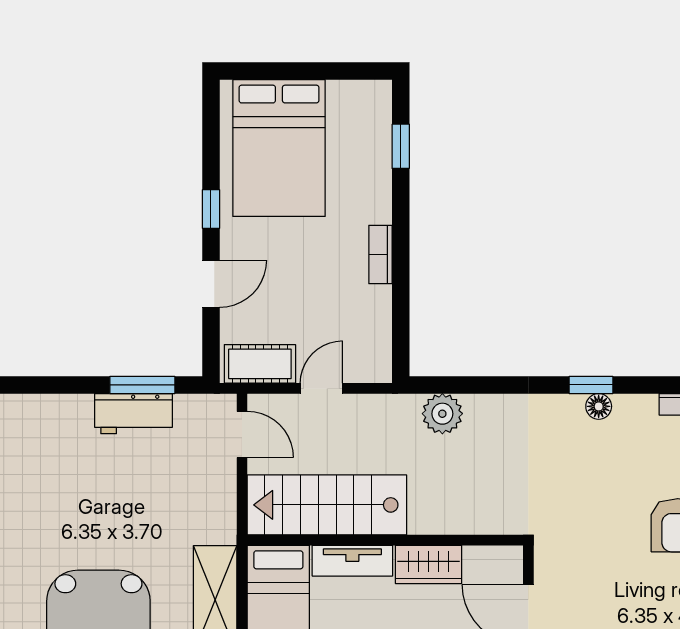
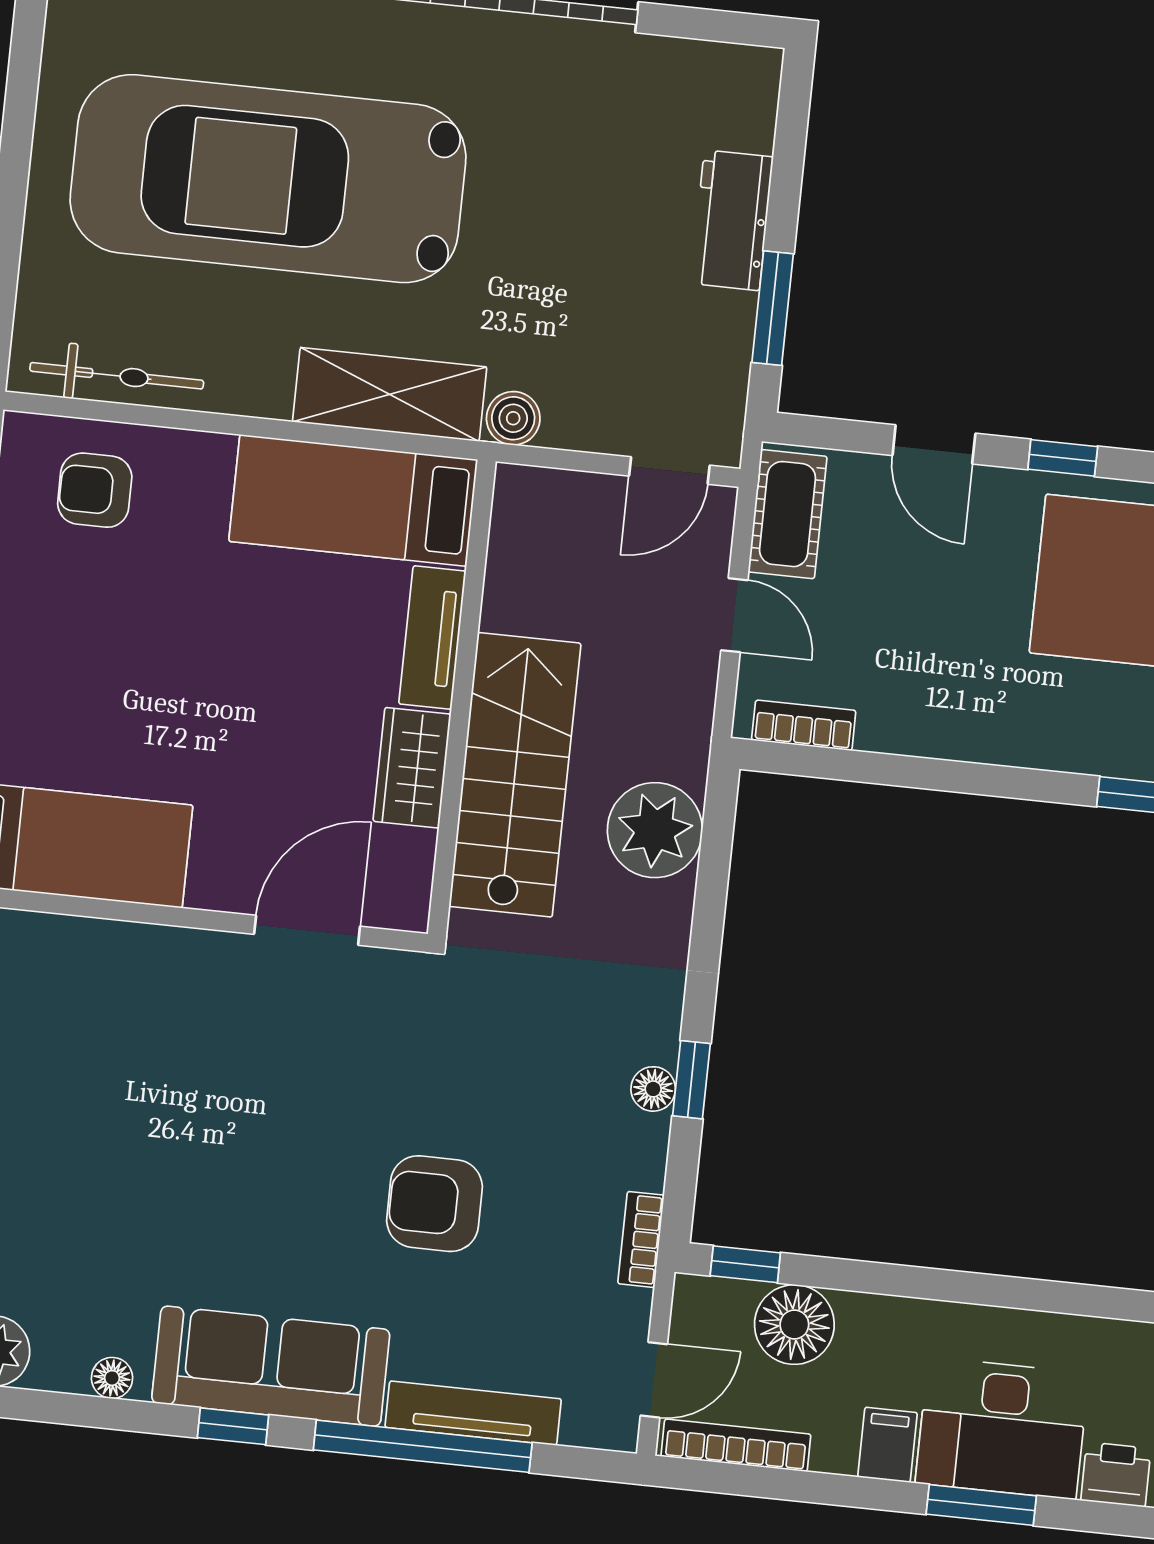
bookcase: (380, 254) -> (804, 725), moved
workbench: (134, 414) -> (732, 220), moved
plant: (442, 414) -> (655, 830), width x1.36, depth x1.36
stairs: (327, 505) -> (515, 775), moved
boiler: (221, 527) -> (513, 418), added

